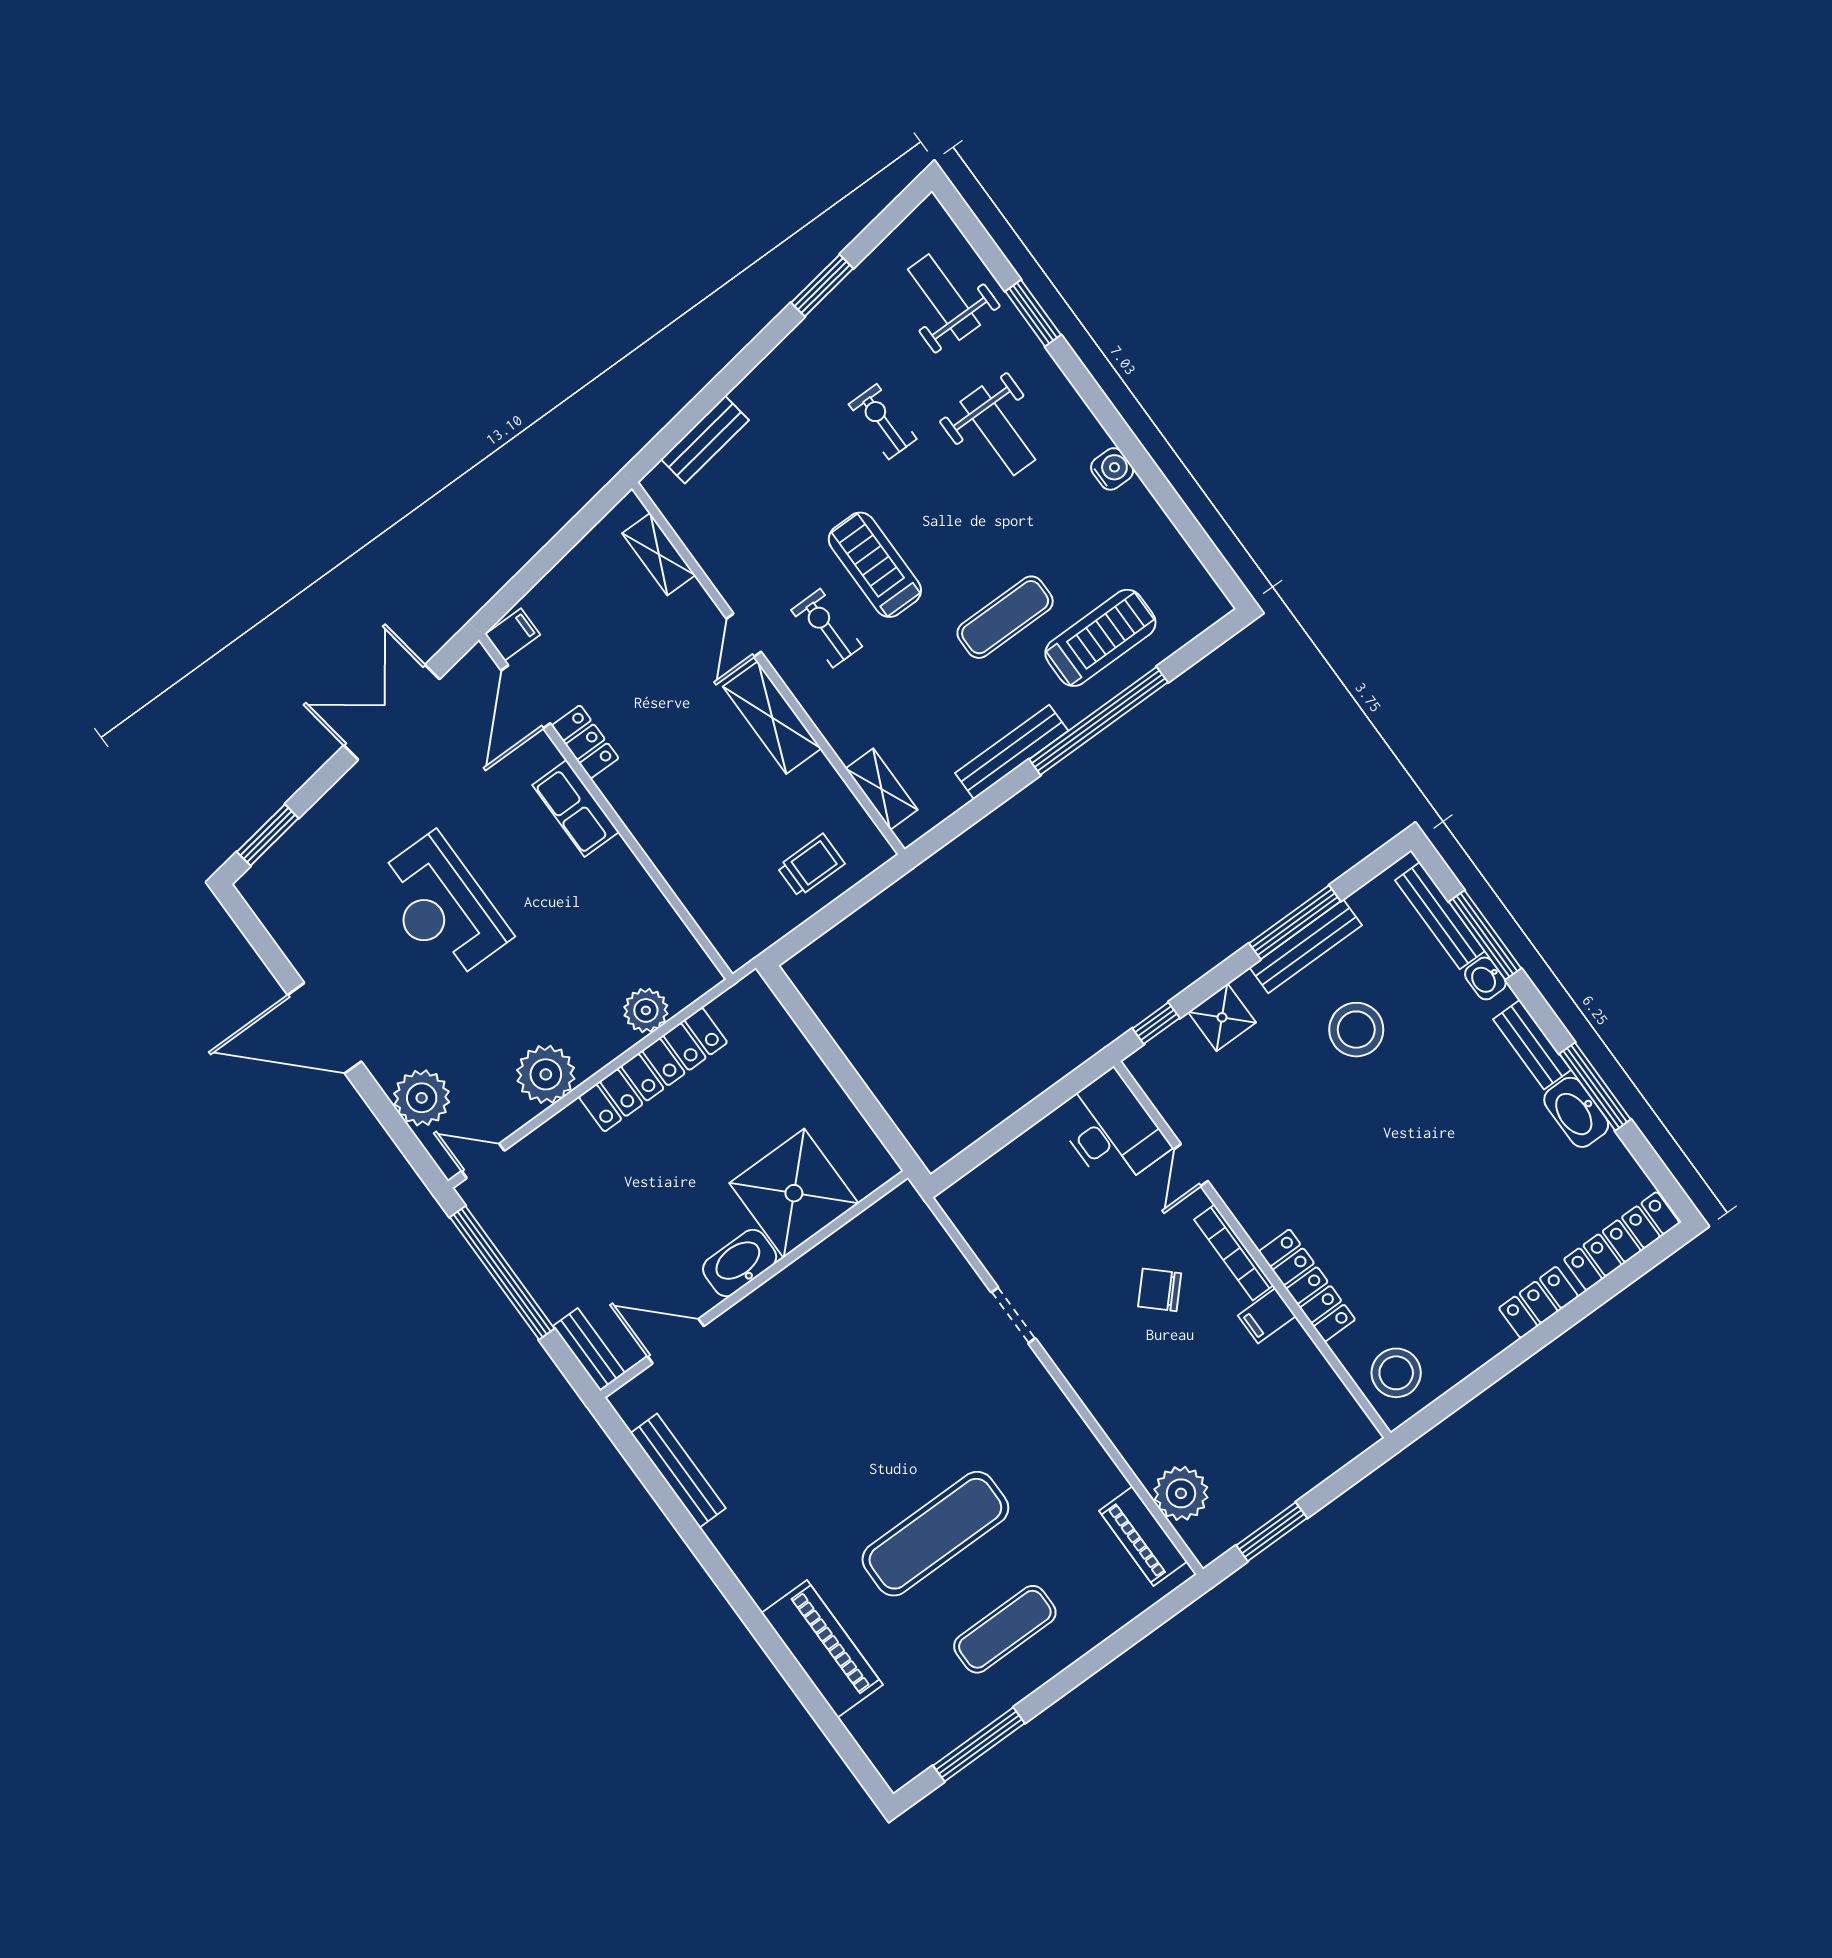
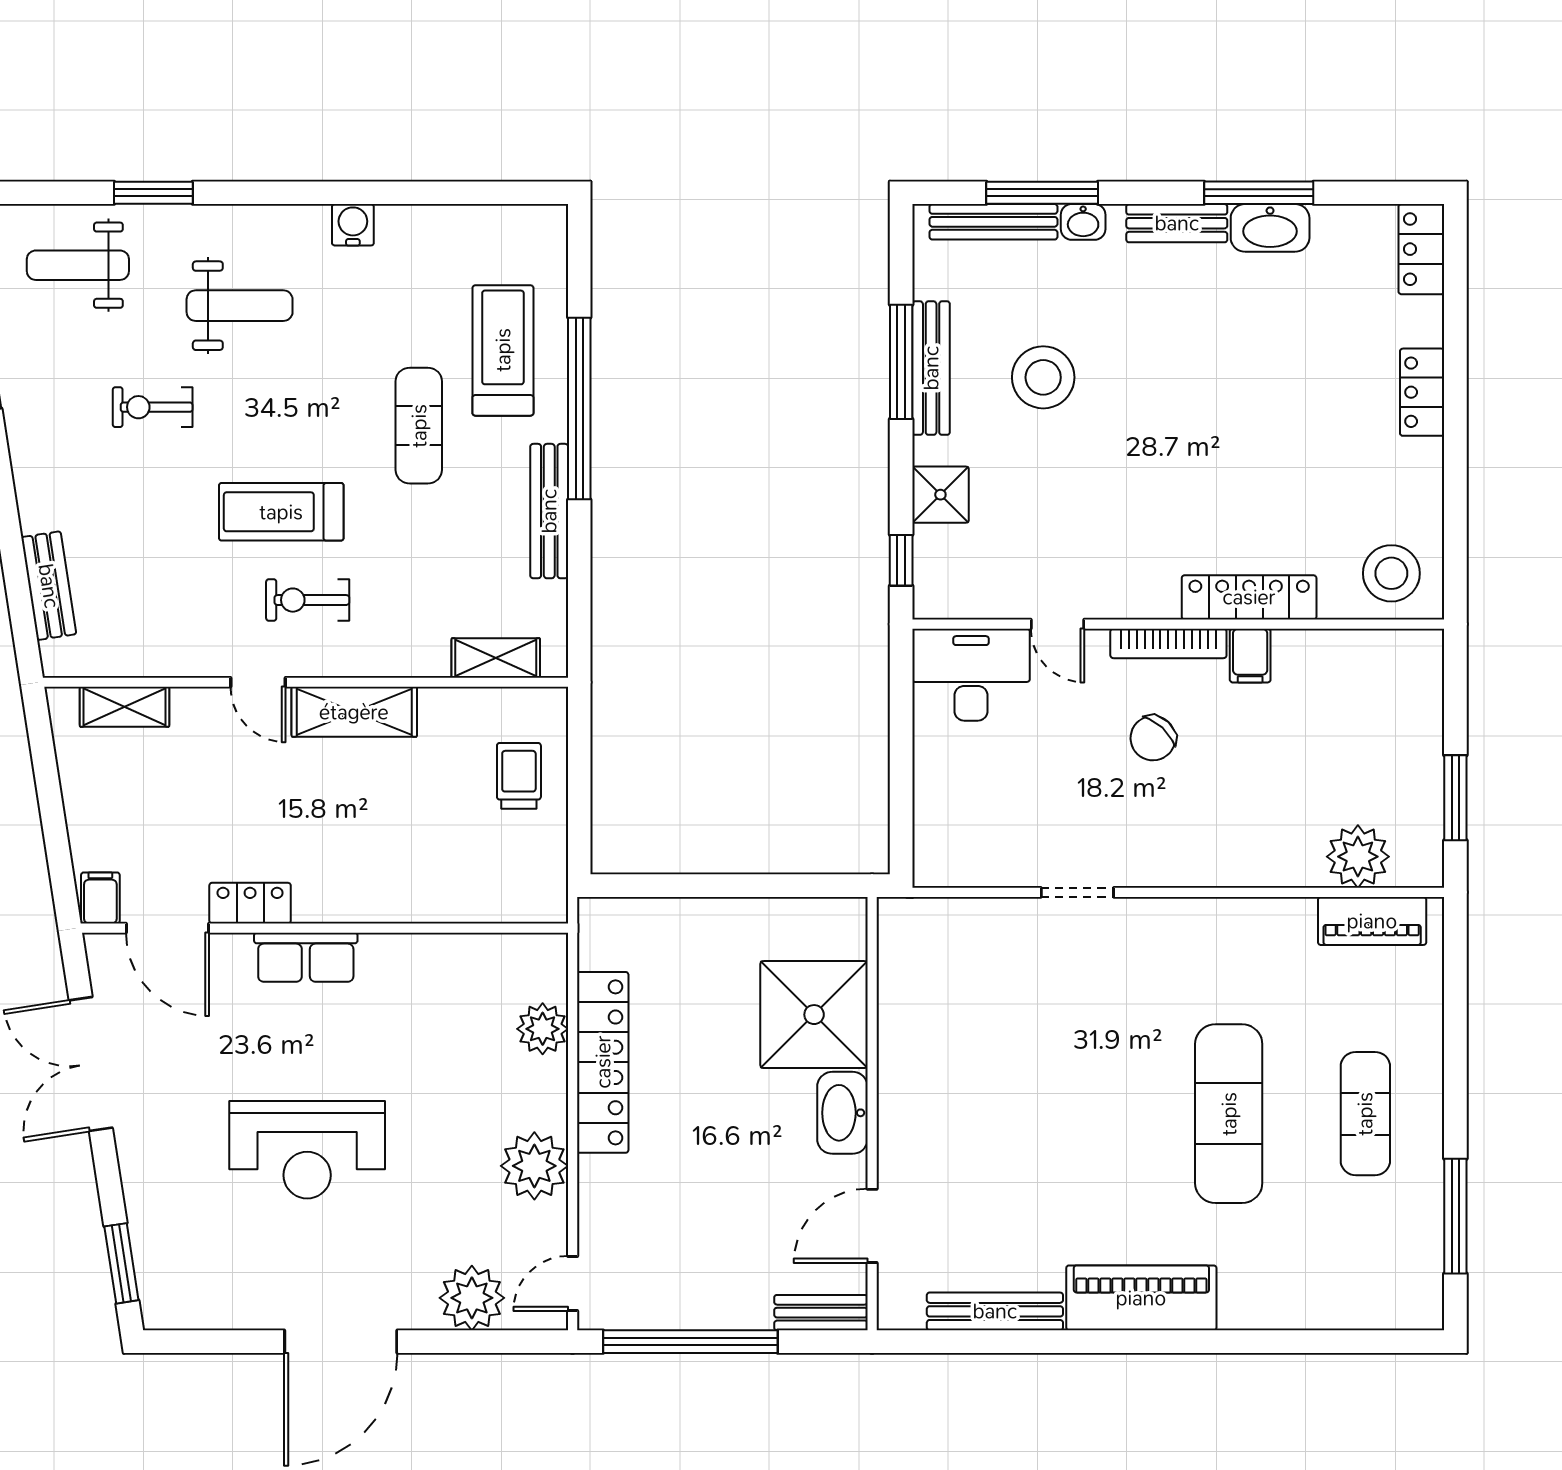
locker: (1622, 1241) -> (1421, 249), width x0.66
piano: (822, 1649) -> (1141, 1298), moved

